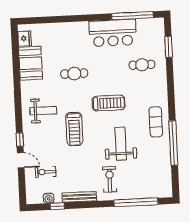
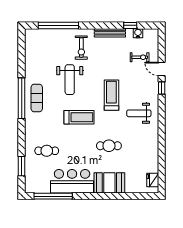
booth: (31, 63) -> (109, 183), moved, turned 90
treadmill: (109, 103) -> (79, 117), turned 180
window: (173, 143) -> (22, 98), moved

